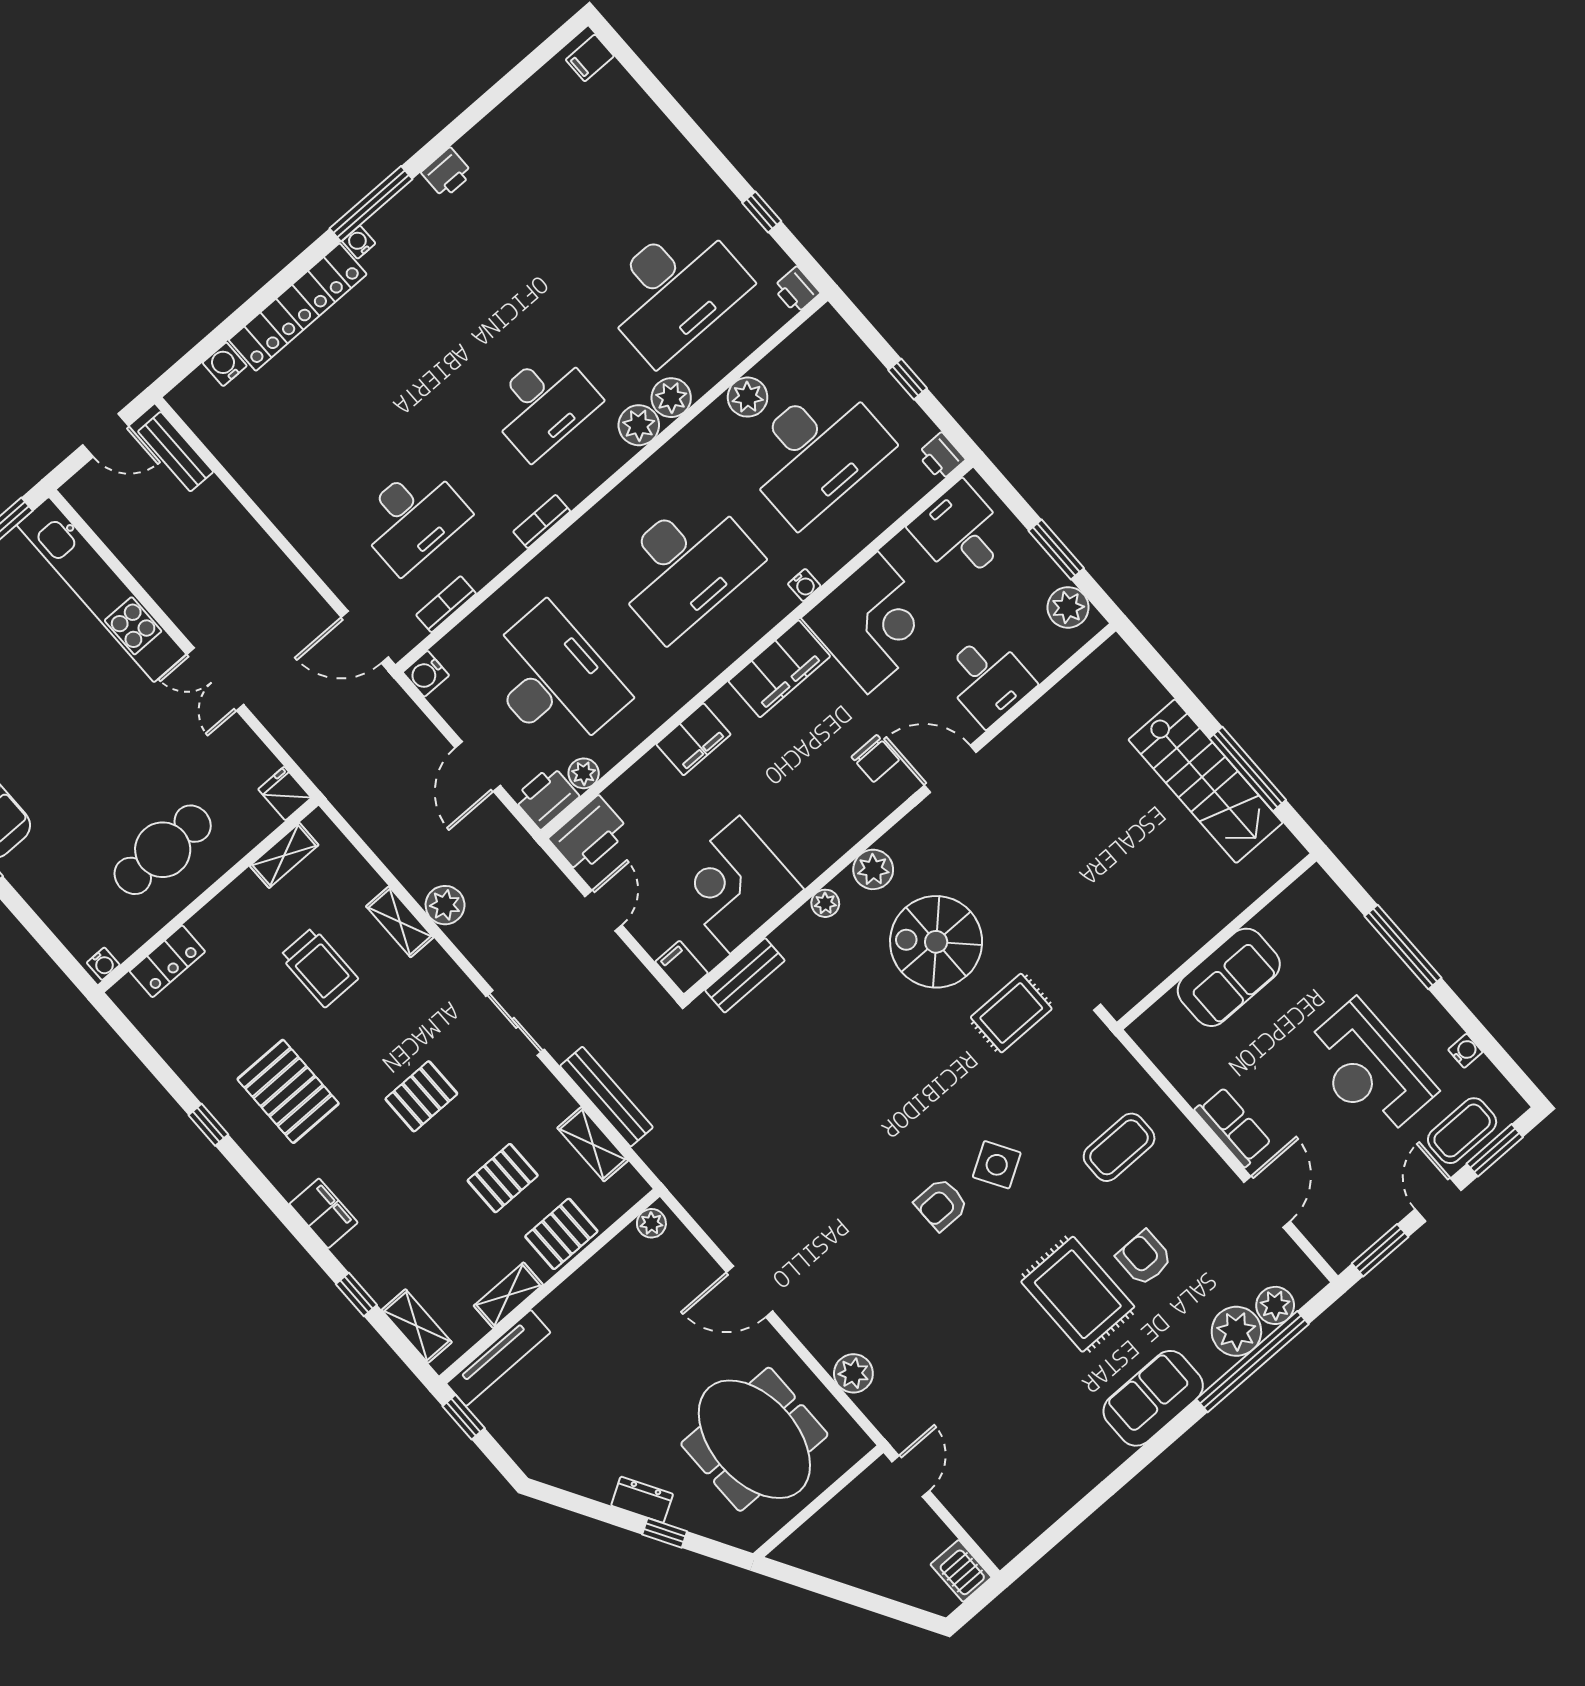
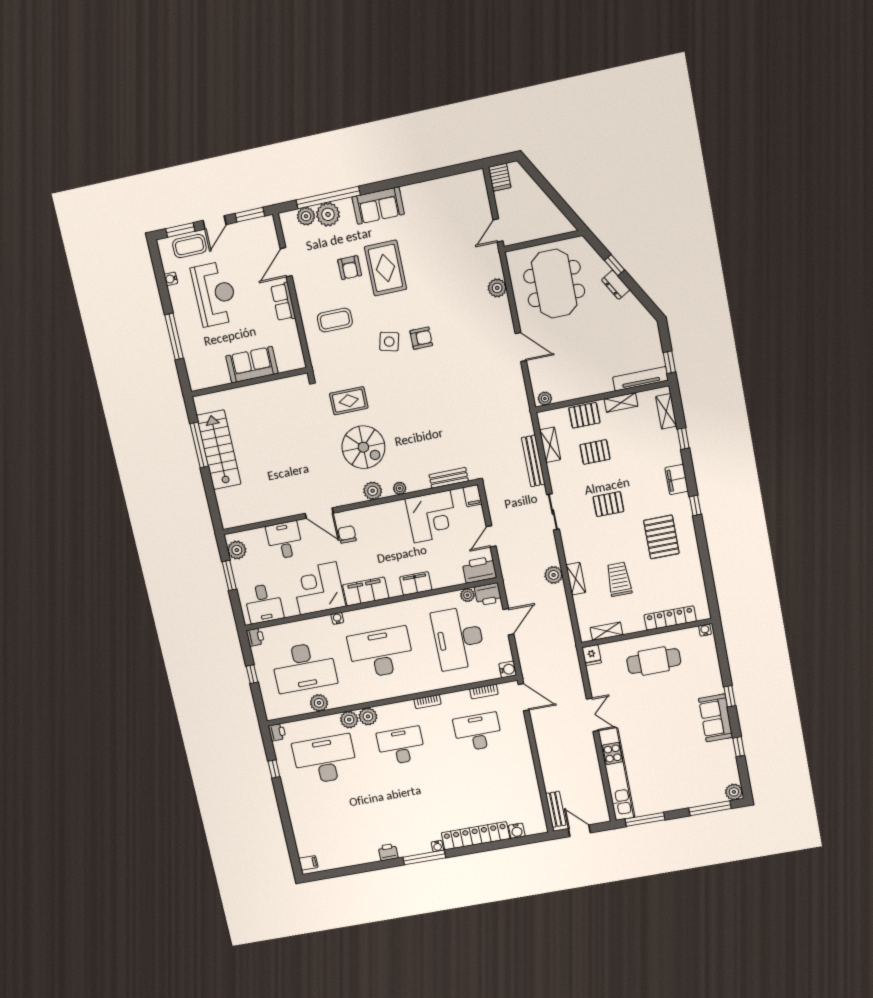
desk: (815, 452) -> (304, 667), turned 180
locker: (167, 961) -> (670, 618), width x1.53
window: (208, 1125) -> (695, 505), moved
side table: (997, 1165) -> (389, 342), turned 45

